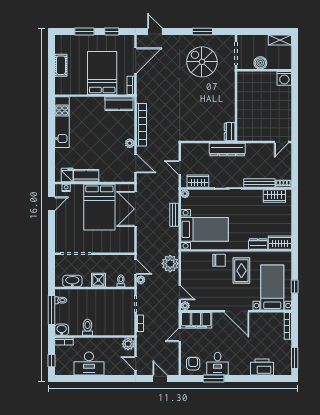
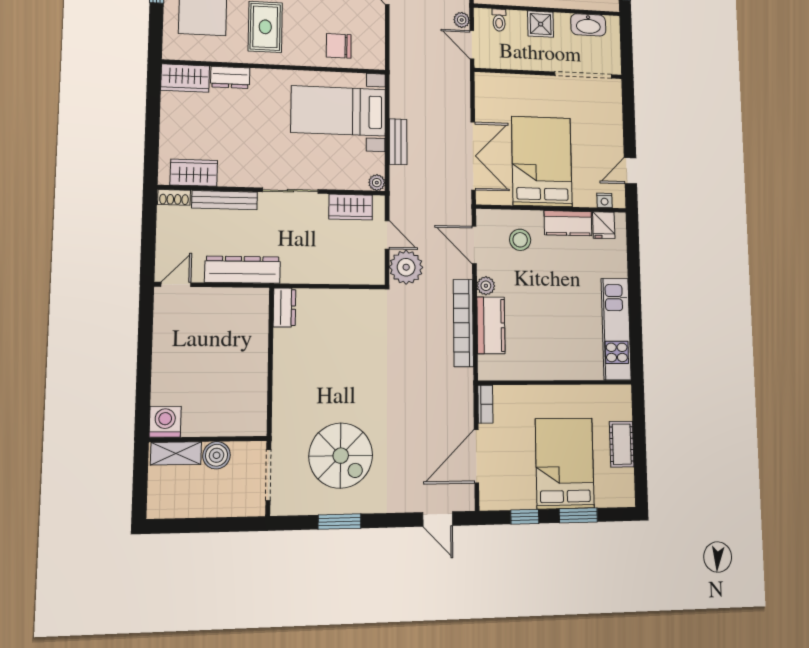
shelving: (280, 40) -> (176, 453), moved
bed: (102, 73) -> (565, 463), moved, turned 180
kitchen counter: (119, 104) -> (491, 325), moved, turned 90
dresser: (227, 150) -> (243, 270), moved
stool: (112, 167) -> (520, 240), added
chair: (219, 260) -> (339, 46), moved
plant: (170, 264) -> (406, 267), moved

